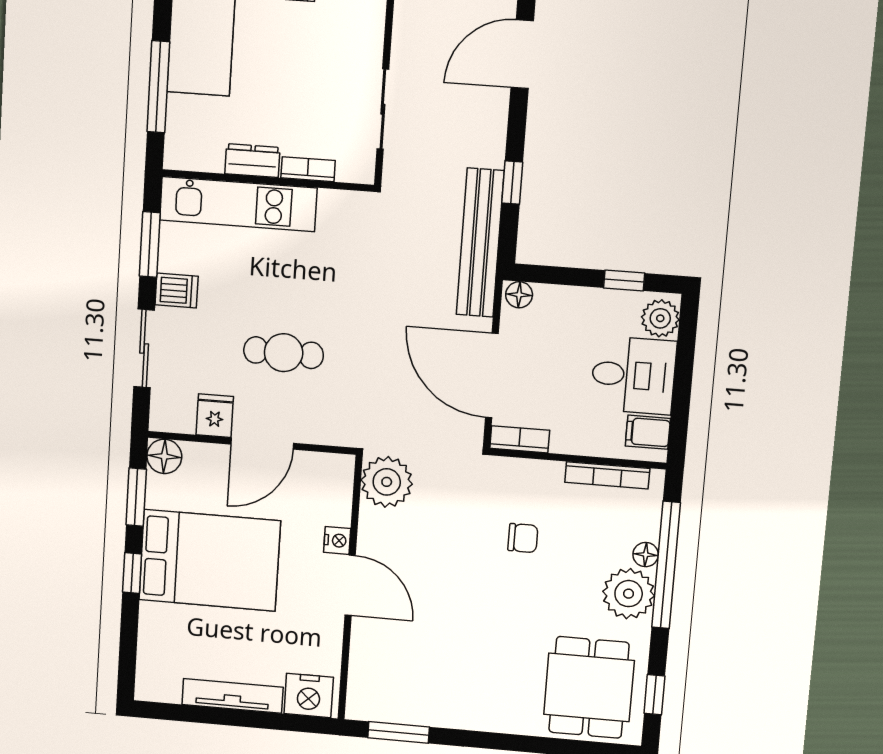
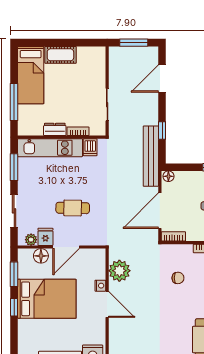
dishwasher: (177, 291) -> (90, 147), moved, turned 90
door: (492, 376) -> (160, 211), hinge flipped
plant: (180, 420) -> (31, 240), added
floor lamp: (164, 456) -> (41, 256), moved
plant: (387, 482) -> (119, 271), moved

